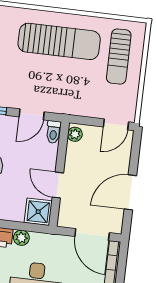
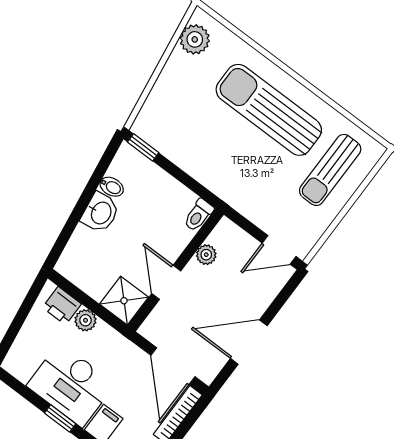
sun lounger: (59, 41) -> (269, 110), turned 180
door: (32, 114) -> (184, 179), removed
plant: (75, 134) -> (206, 255), moved

